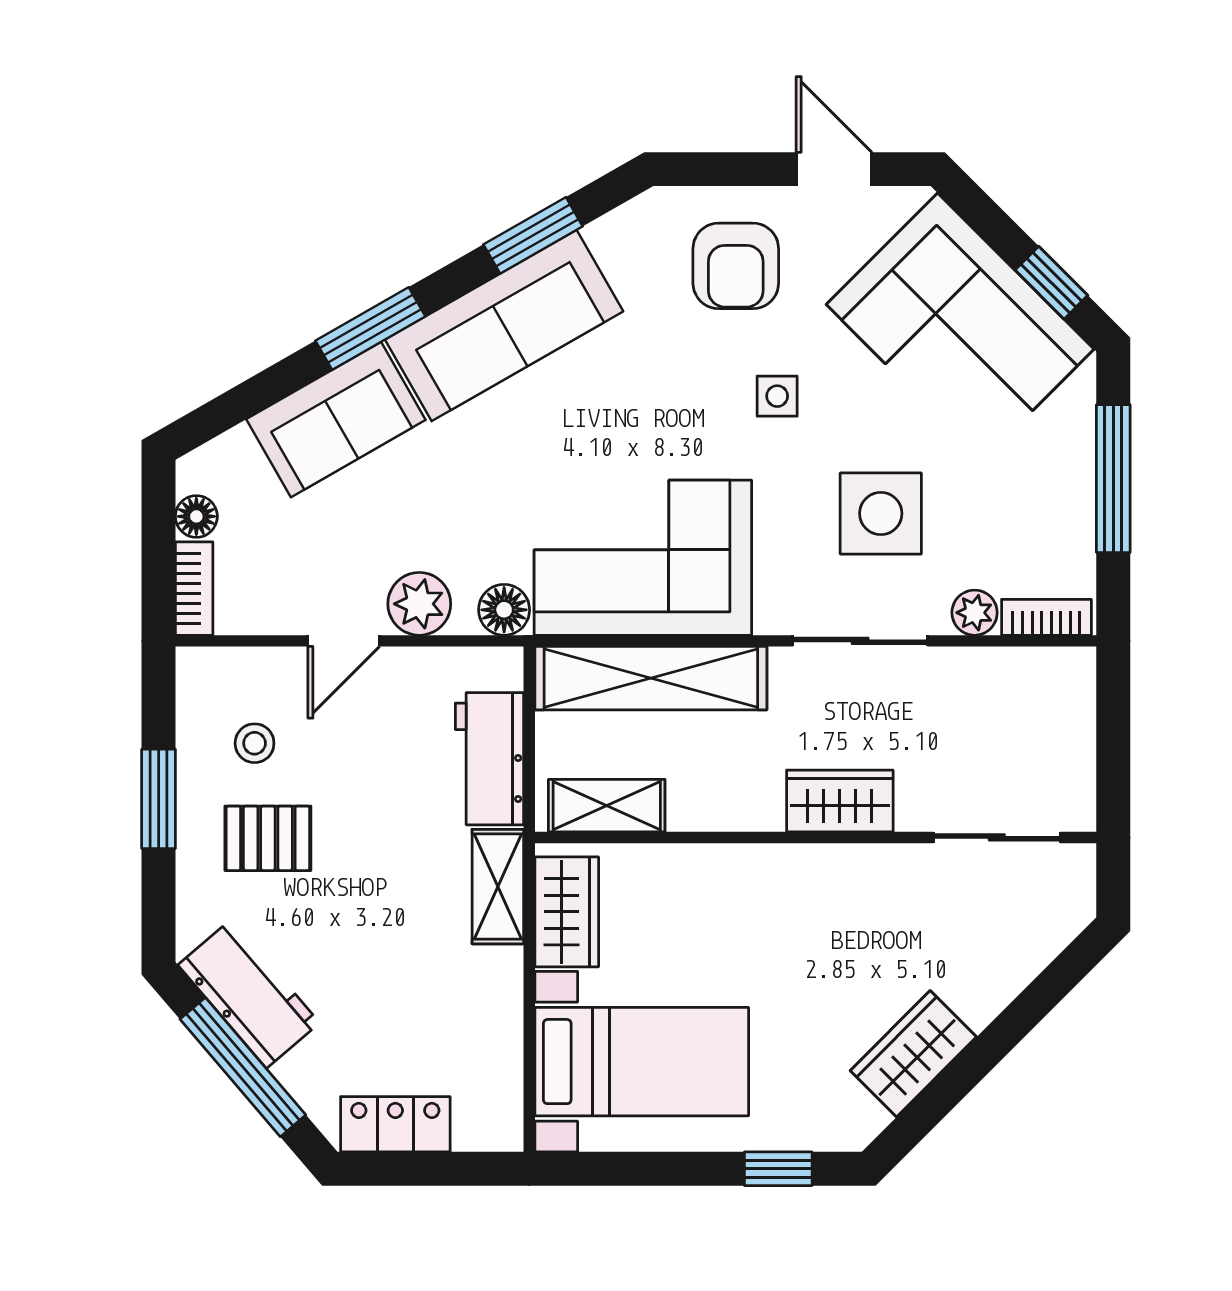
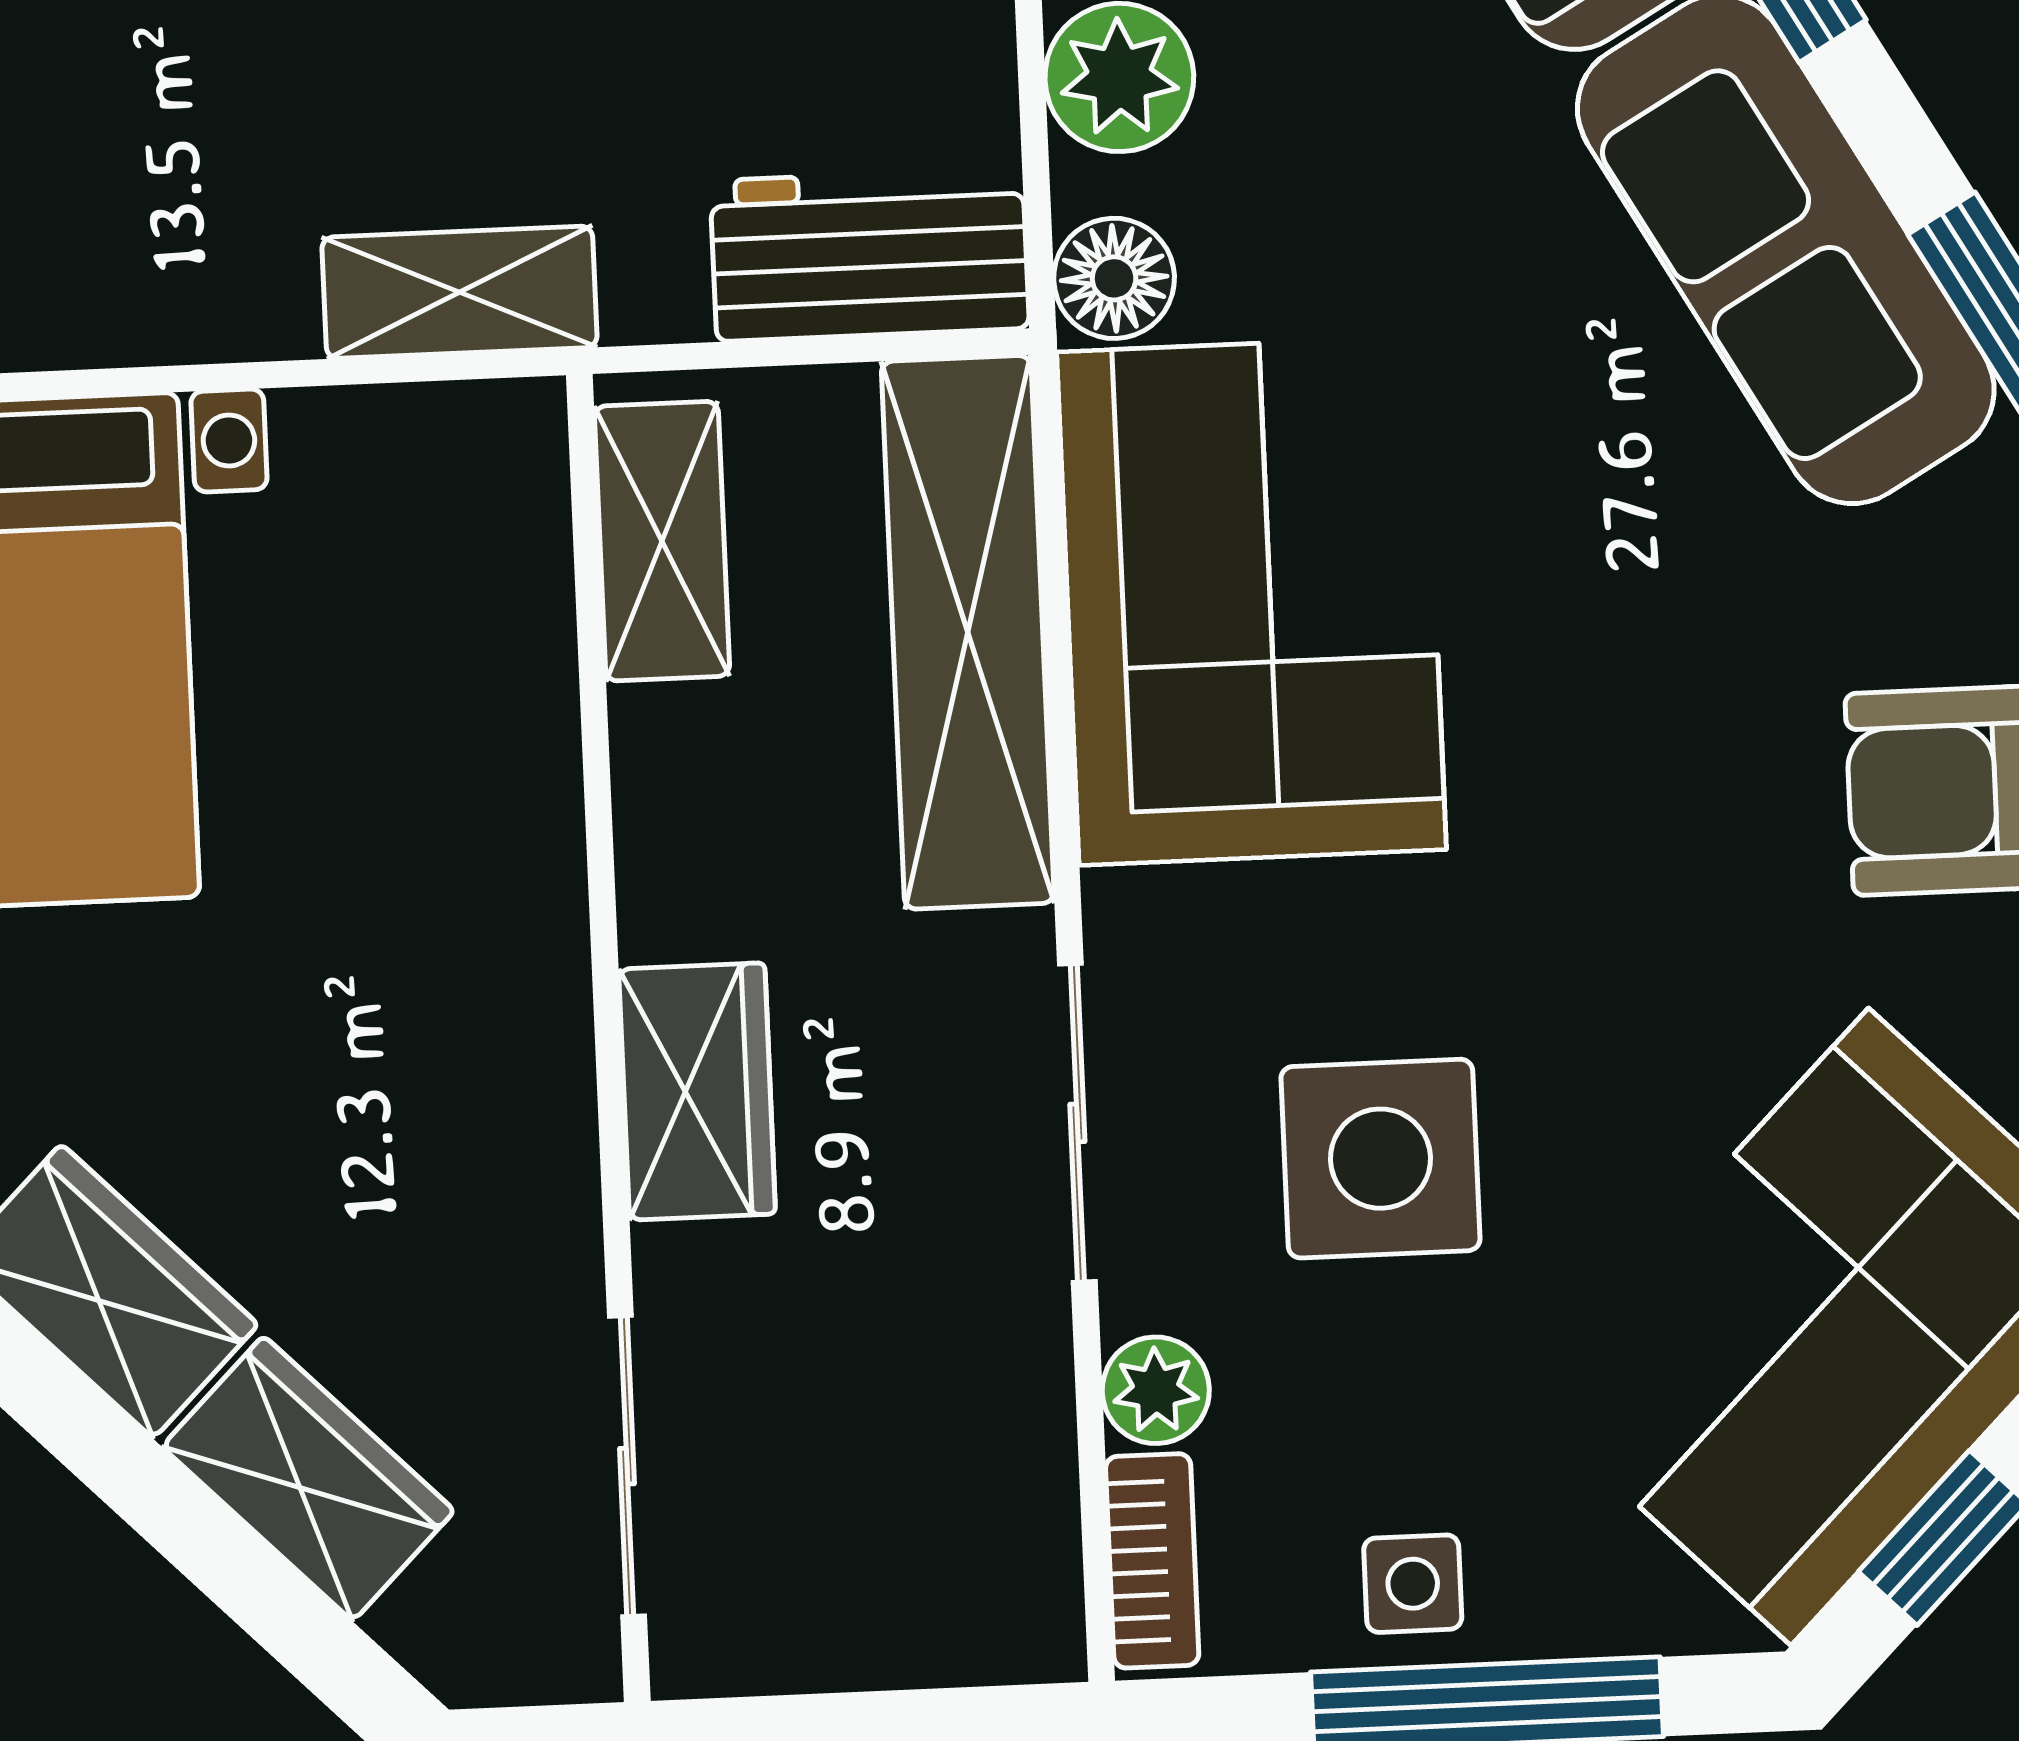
side table: (777, 396) -> (1413, 1584), moved
workbench: (489, 759) -> (870, 254), moved
wardrobe: (567, 912) -> (308, 1479), moved, turned -135

